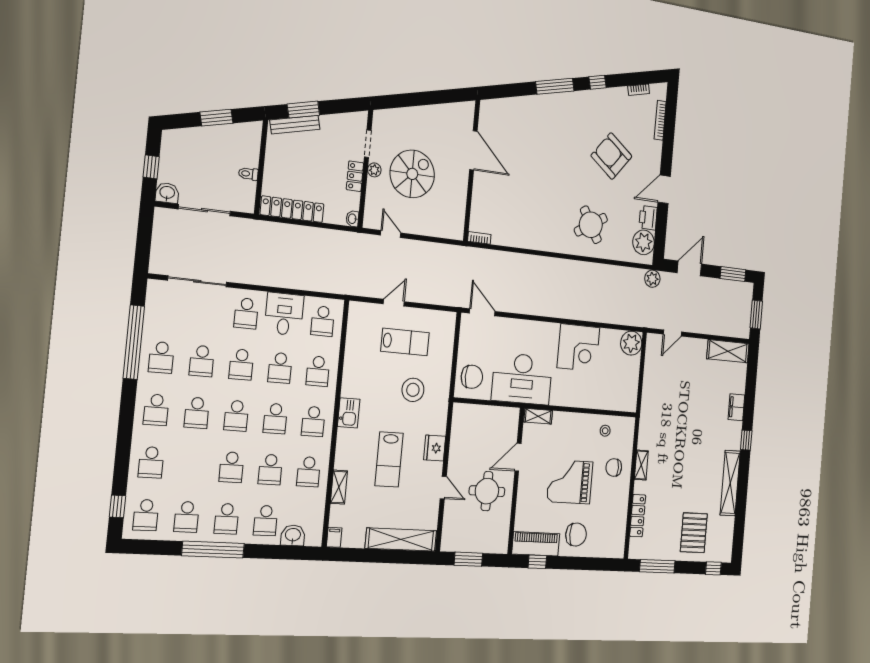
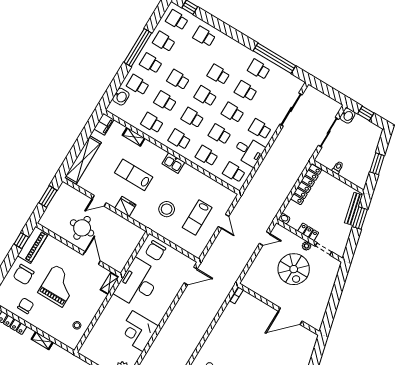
school desk: (156, 410) -> (231, 53), removed
chair: (614, 467) -> (26, 306), moved
filing cabinet: (334, 537) -> (104, 124), width x2.00

